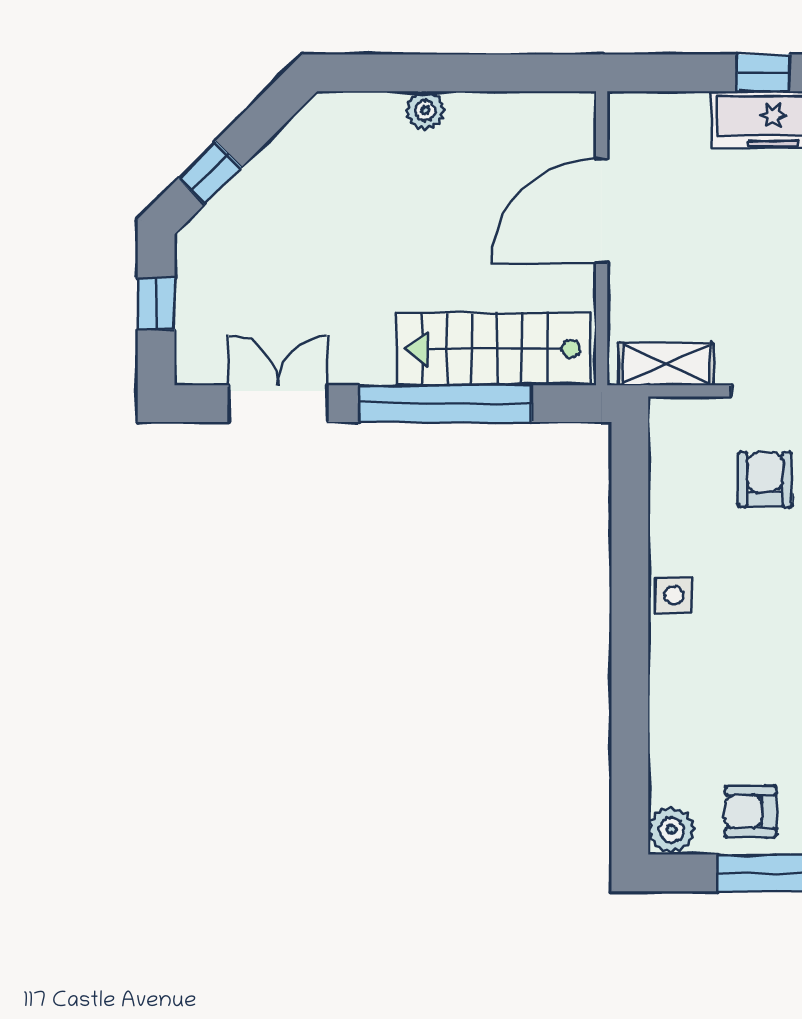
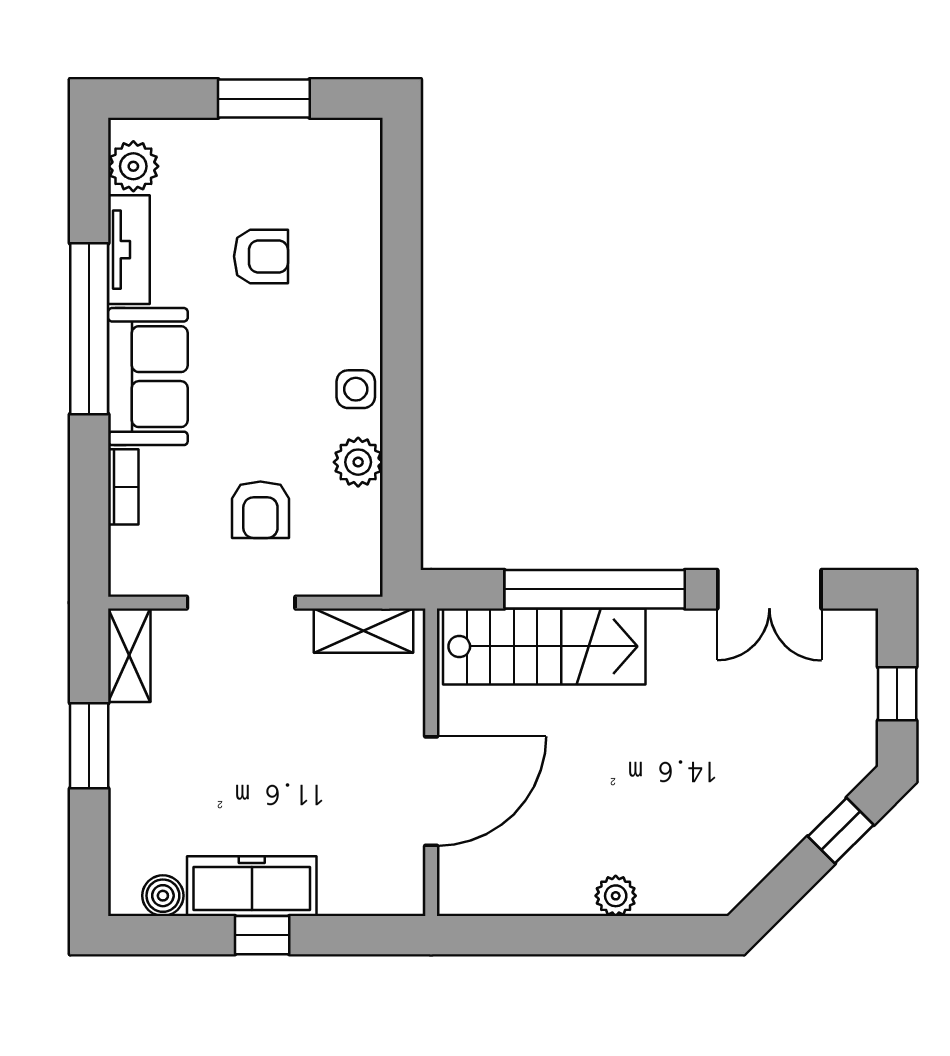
armchair: (751, 812) -> (261, 256), moved
plant: (671, 830) -> (358, 462), moved

